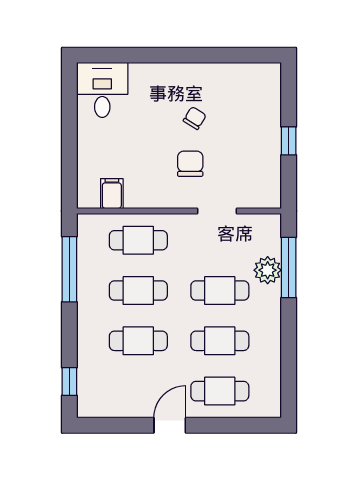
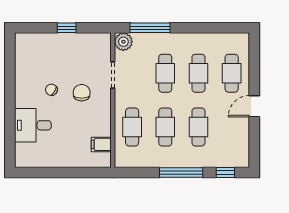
desk: (102, 90) -> (33, 125), moved
chair: (190, 164) -> (82, 93), turned 90
window: (69, 269) -> (181, 172), moved
plant: (268, 270) -> (123, 42), moved
door: (170, 425) -> (254, 106), hinge flipped

